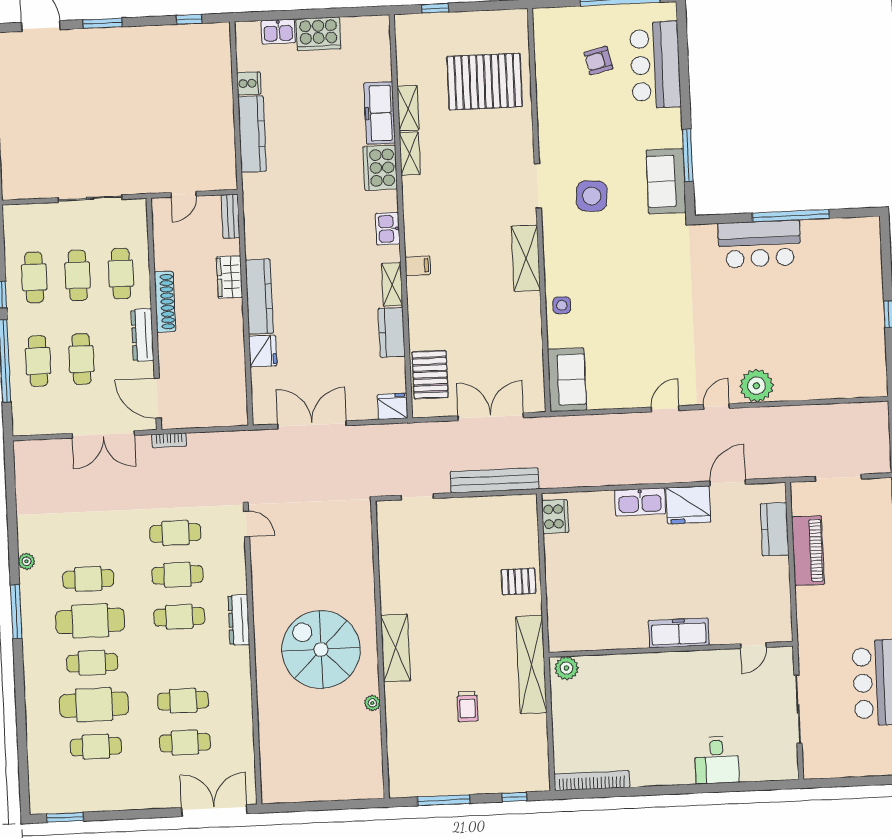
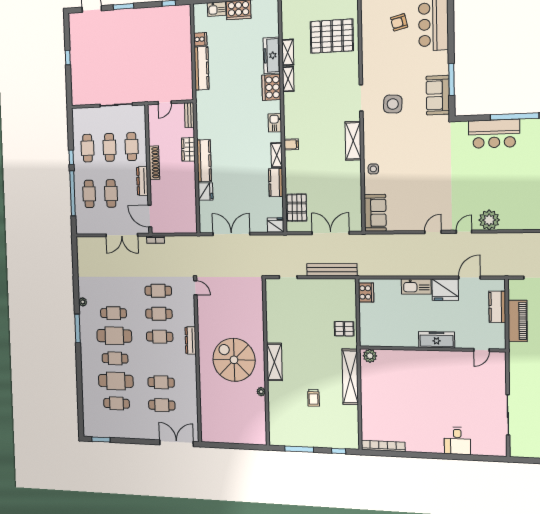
freezer: (679, 633) -> (437, 340), moved
door: (753, 646) -> (481, 350), moved
wall: (671, 649) -> (431, 349), moved
plant: (566, 668) -> (370, 356), moved

